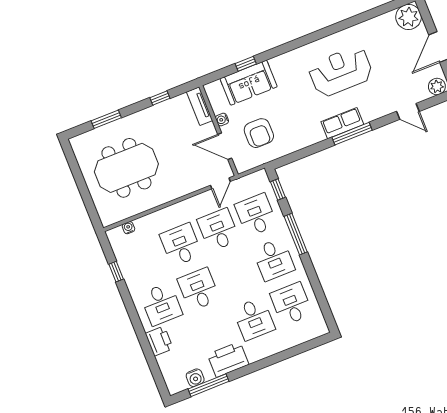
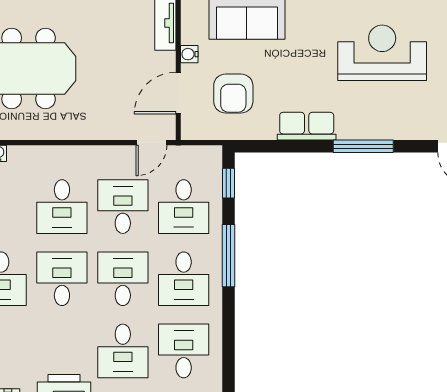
row of seats: (342, 123) -> (307, 126), moved
door: (225, 146) -> (178, 93), hinge flipped
desk: (256, 215) -> (184, 207), turned 180
desk: (181, 245) -> (62, 207), turned 180
desk: (236, 274) -> (123, 279), added

